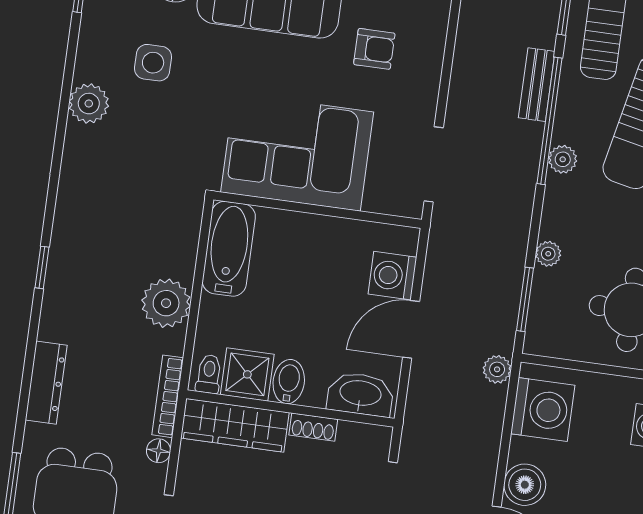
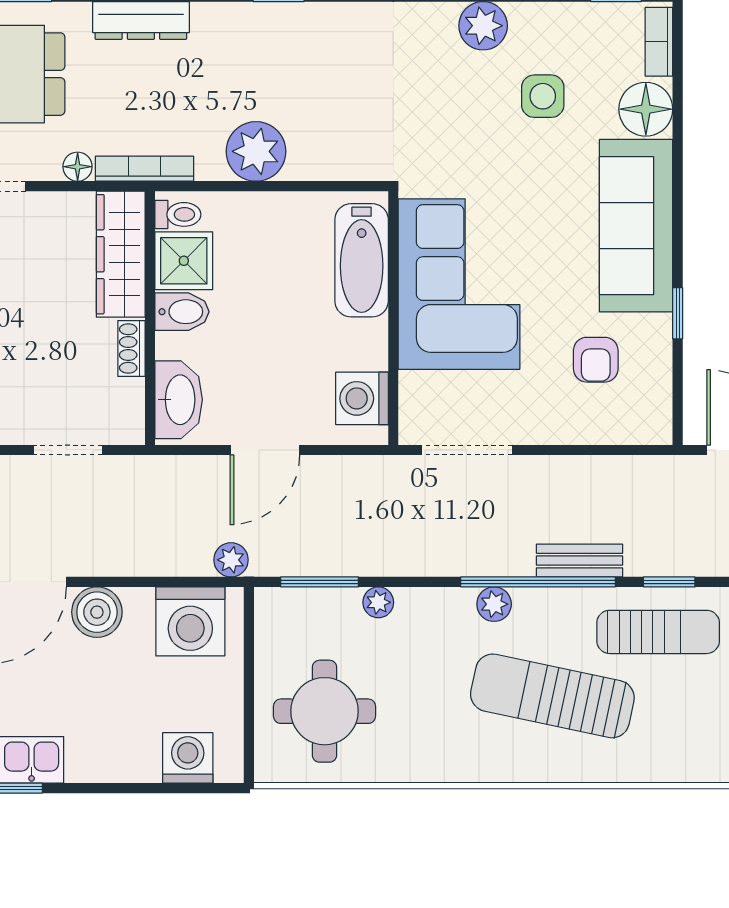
bathtub: (229, 249) -> (362, 260), moved, turned 90
washing machine: (392, 276) -> (362, 398), moved, turned -90
door: (411, 329) -> (265, 450), swing flipped

